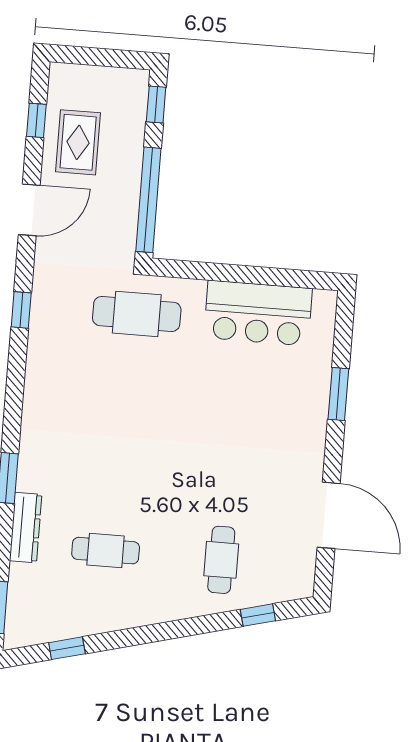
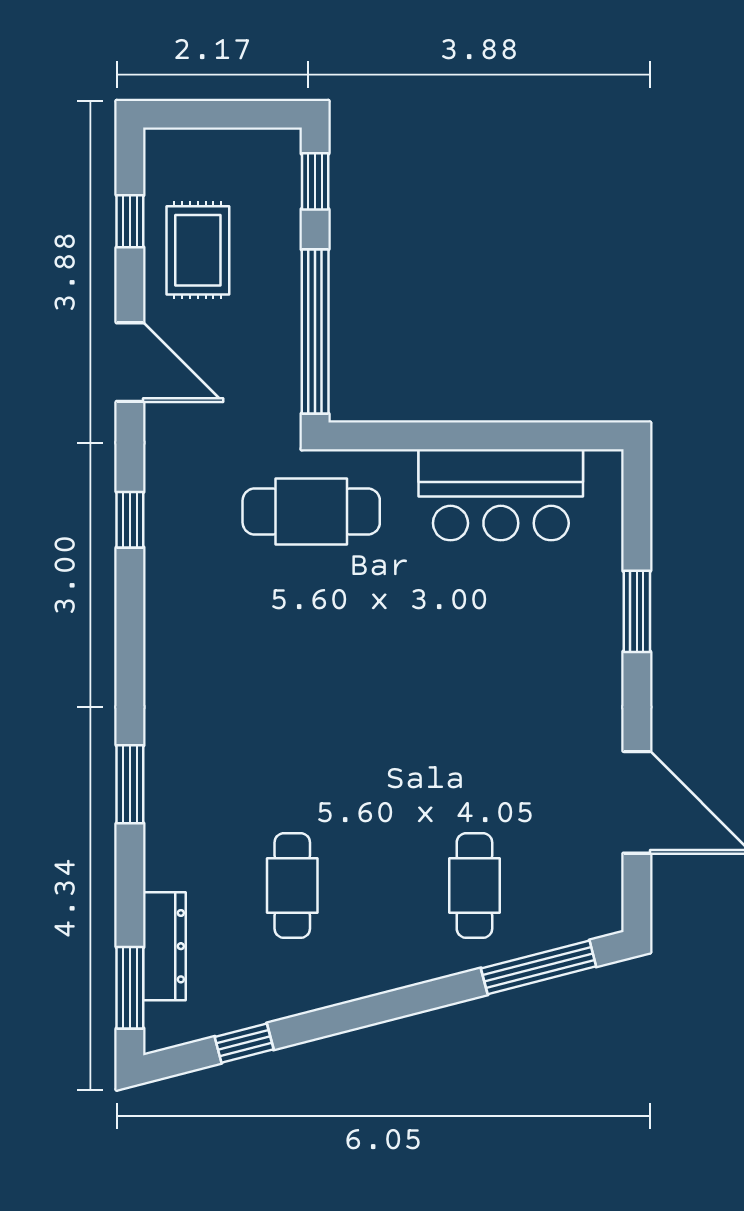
door: (29, 210) -> (130, 362), hinge flipped
dresser: (26, 527) -> (164, 946), moved
cafe table: (106, 551) -> (292, 886), turned 90
window: (258, 615) -> (539, 967), width x2.17

